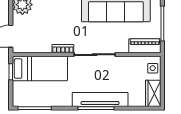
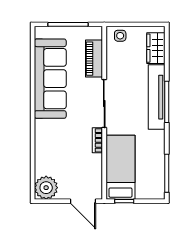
piano: (145, 46) -> (94, 59), moved
wardrobe: (153, 93) -> (156, 48), moved, turned 90

